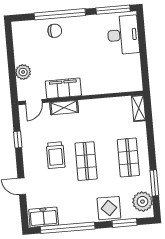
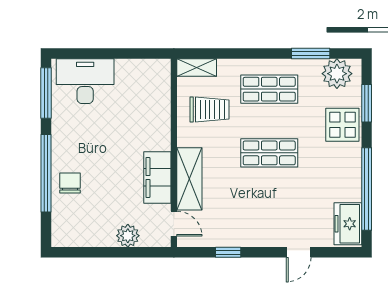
shelving: (64, 108) -> (189, 179), width x1.50, depth x1.33
trolley: (56, 155) -> (210, 110), moved

